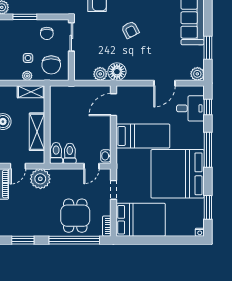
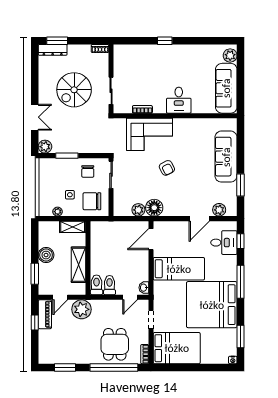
chair: (51, 65) -> (92, 201), turned 90
plant: (197, 74) -> (219, 210), moved
plant: (27, 76) -> (58, 212), moved

